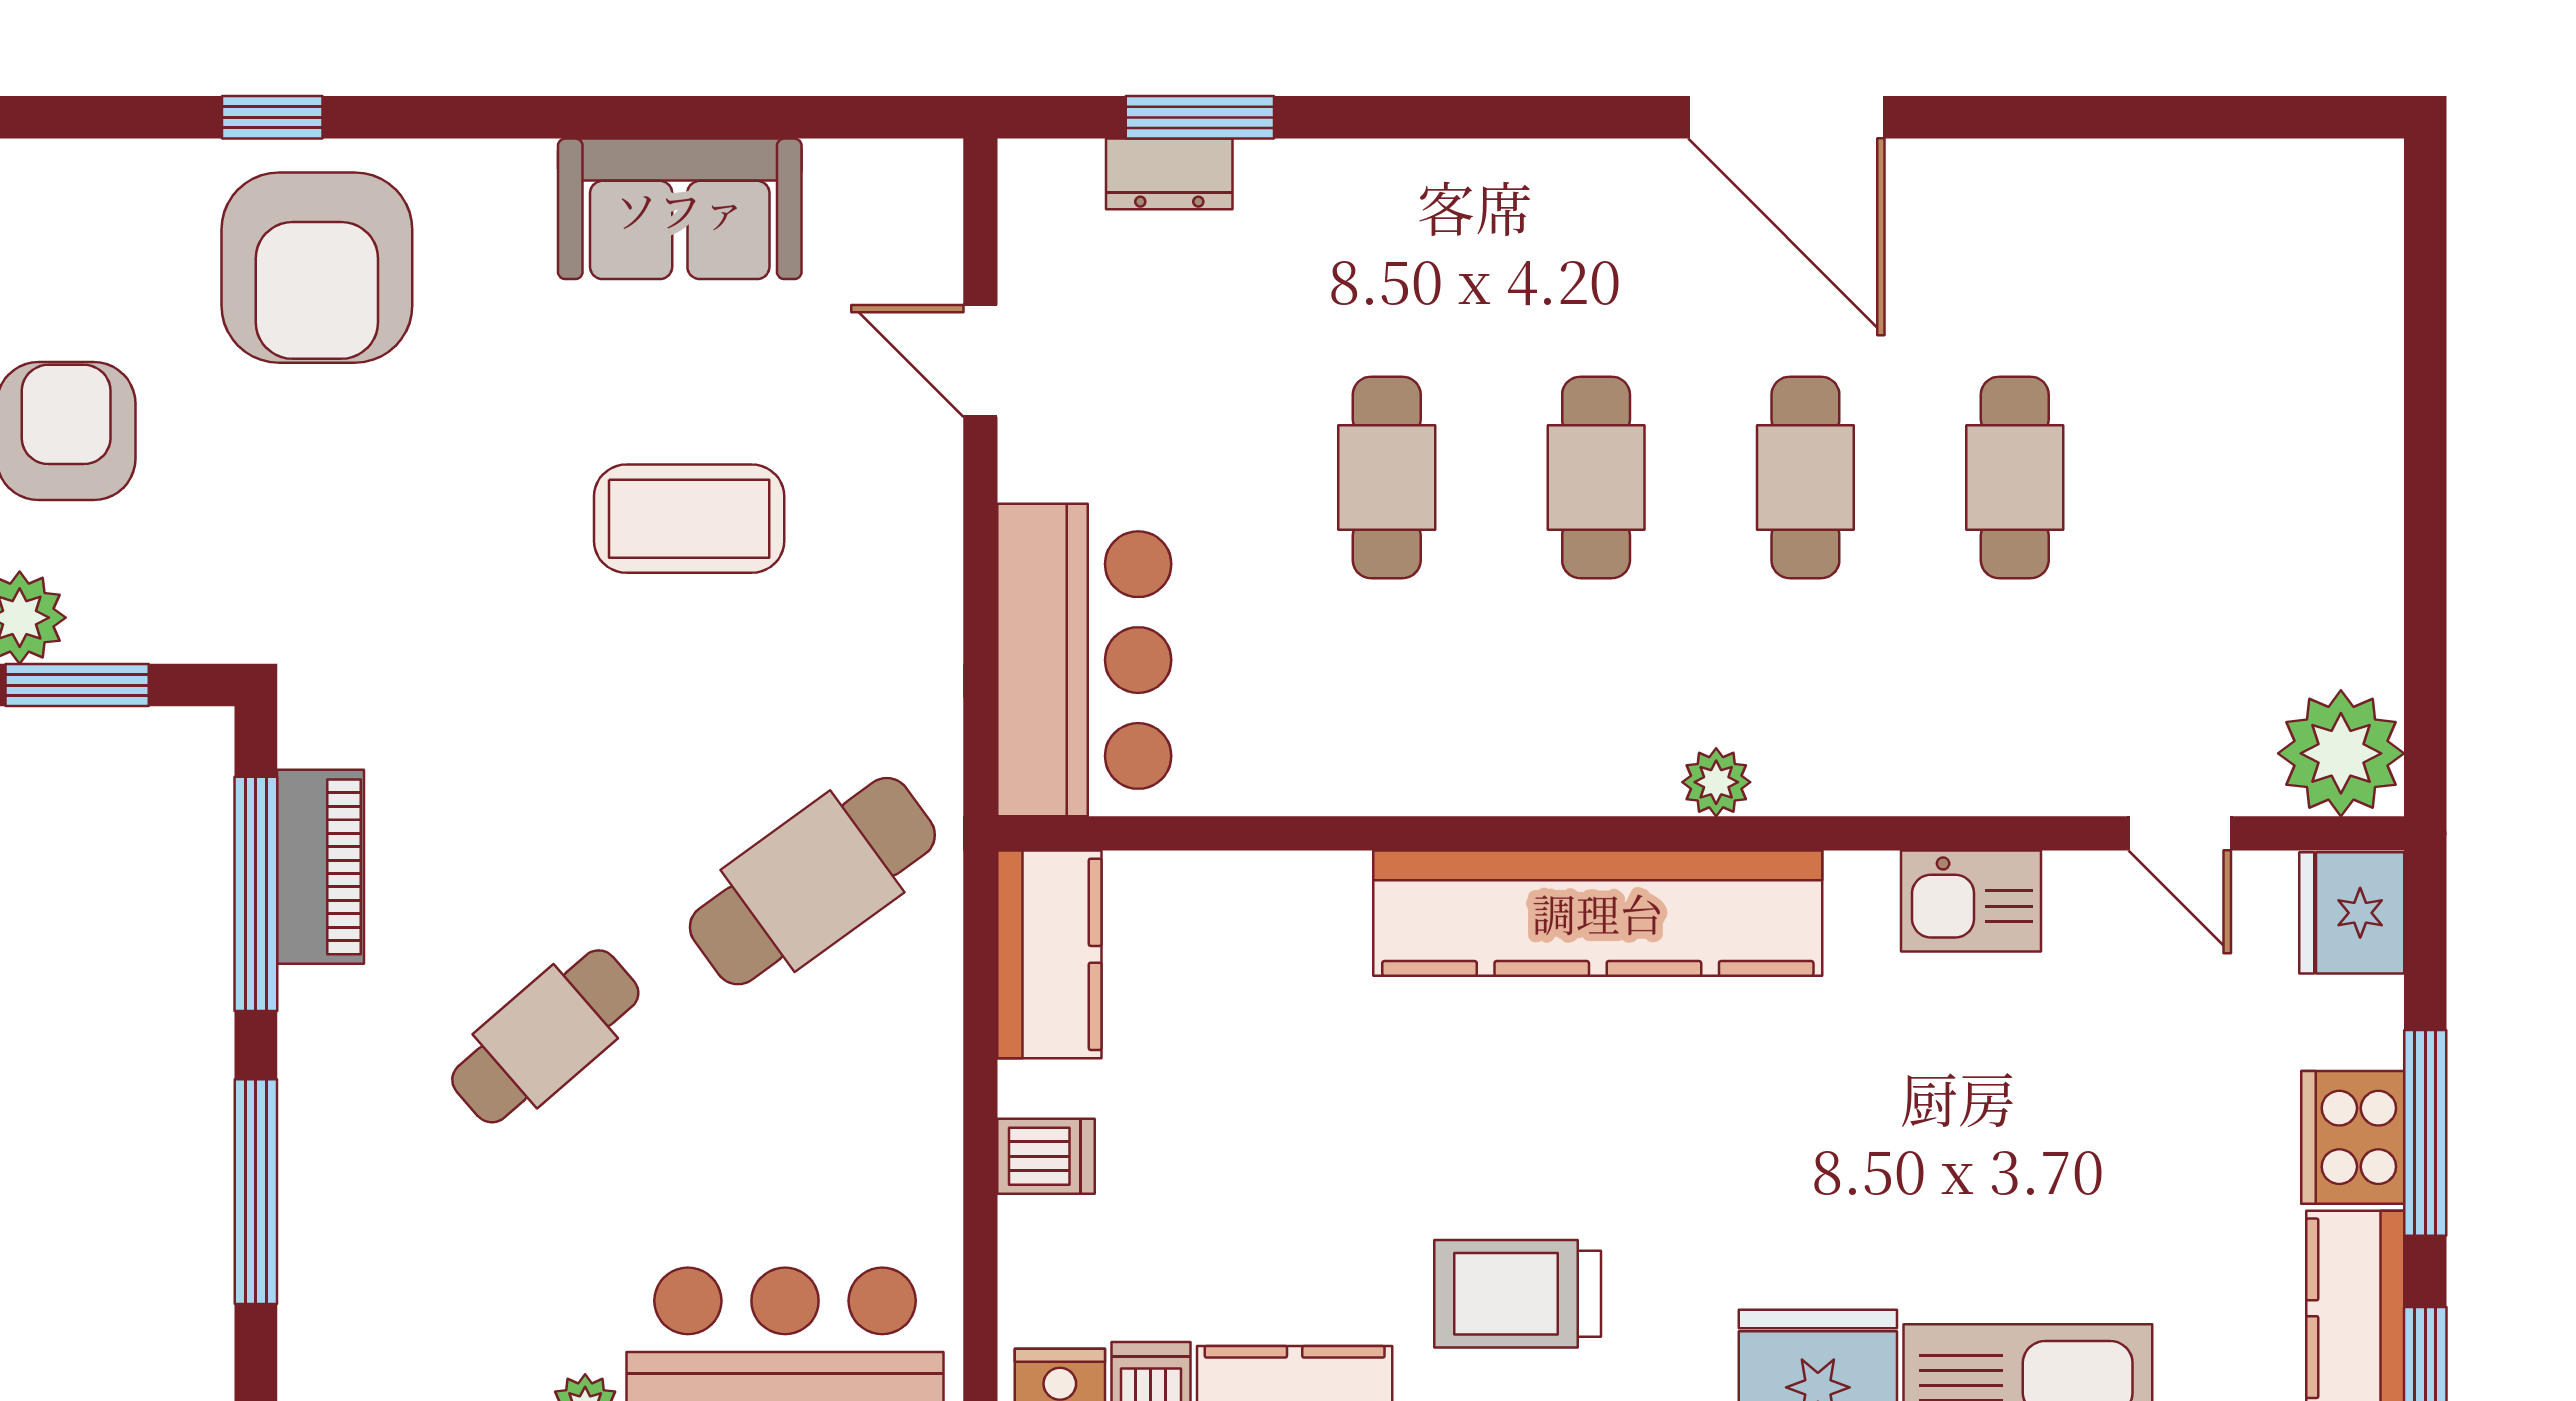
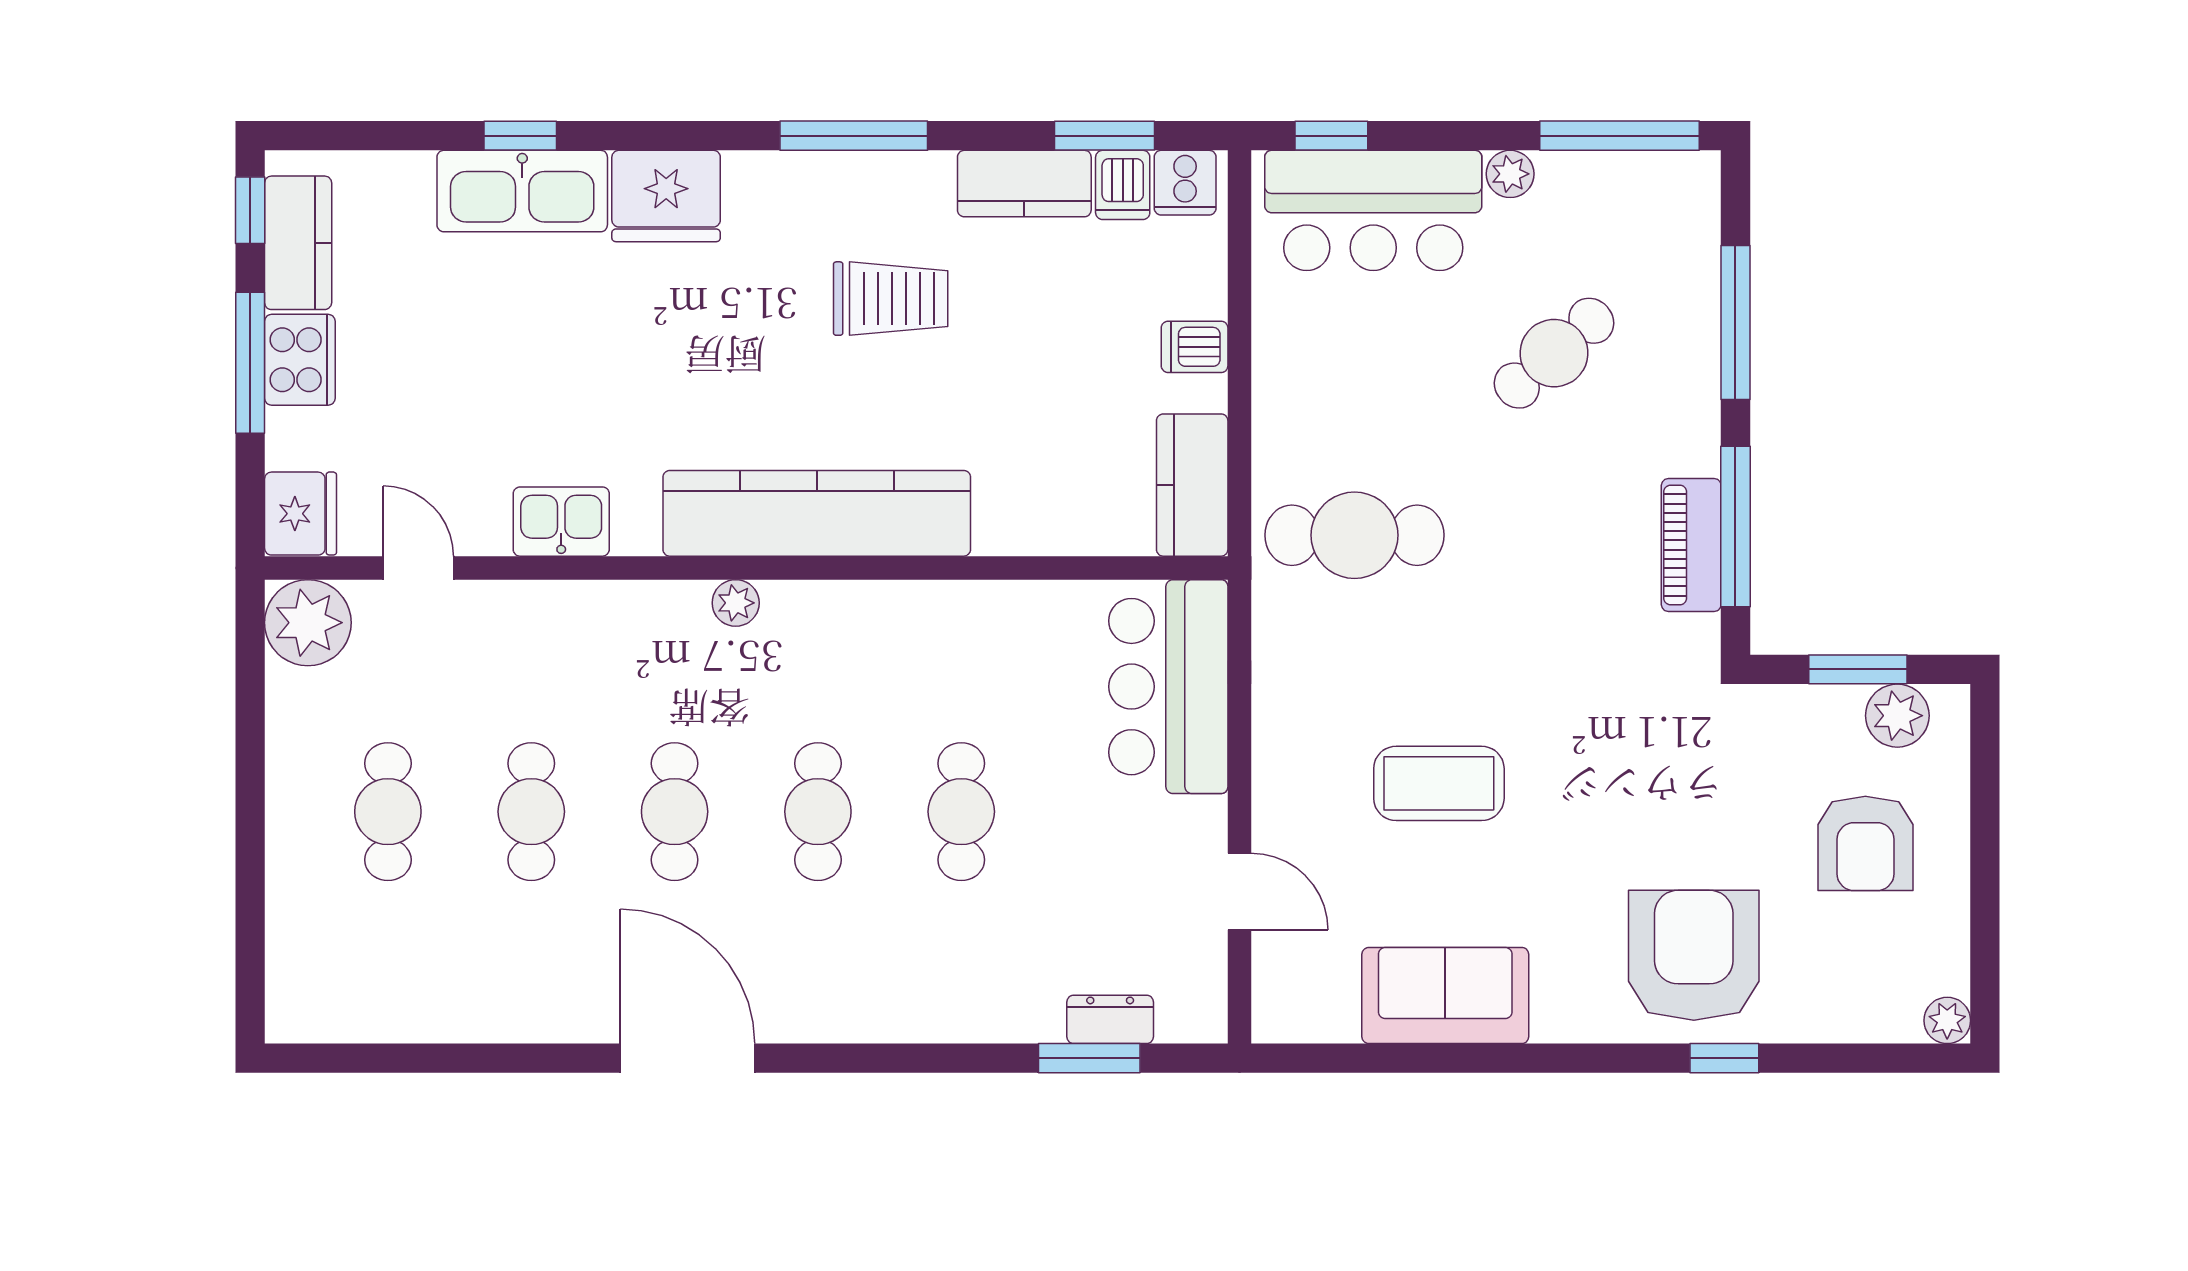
cafe table: (2224, 477) -> (388, 812), added
cafe table: (812, 881) -> (1354, 535), turned 36
cafe table: (545, 1036) -> (1554, 353), moved
trolley: (1518, 1294) -> (891, 299), moved

